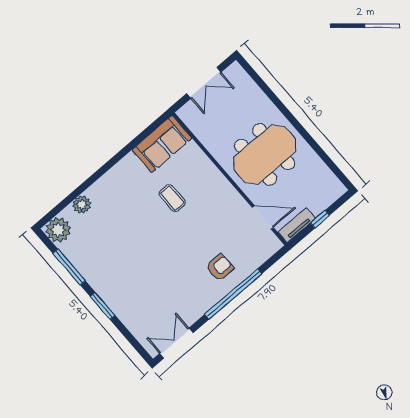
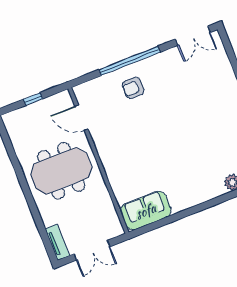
double door: (204, 83) -> (92, 250), swing flipped
coffee table: (172, 198) -> (153, 161), removed
tv unit: (297, 225) -> (57, 242), moved, turned -90

